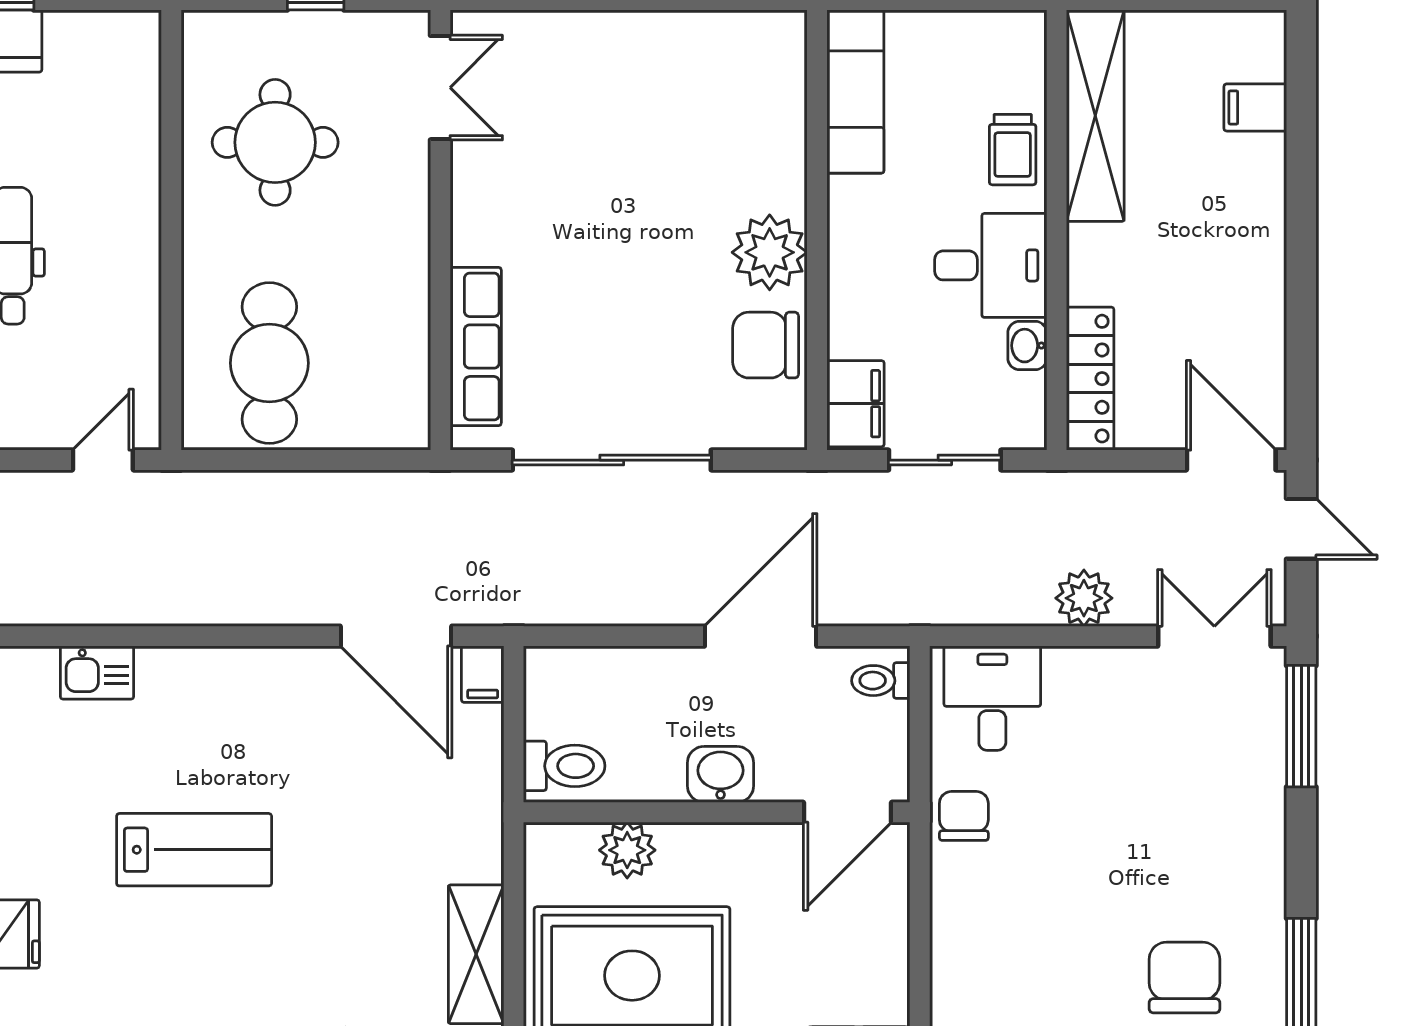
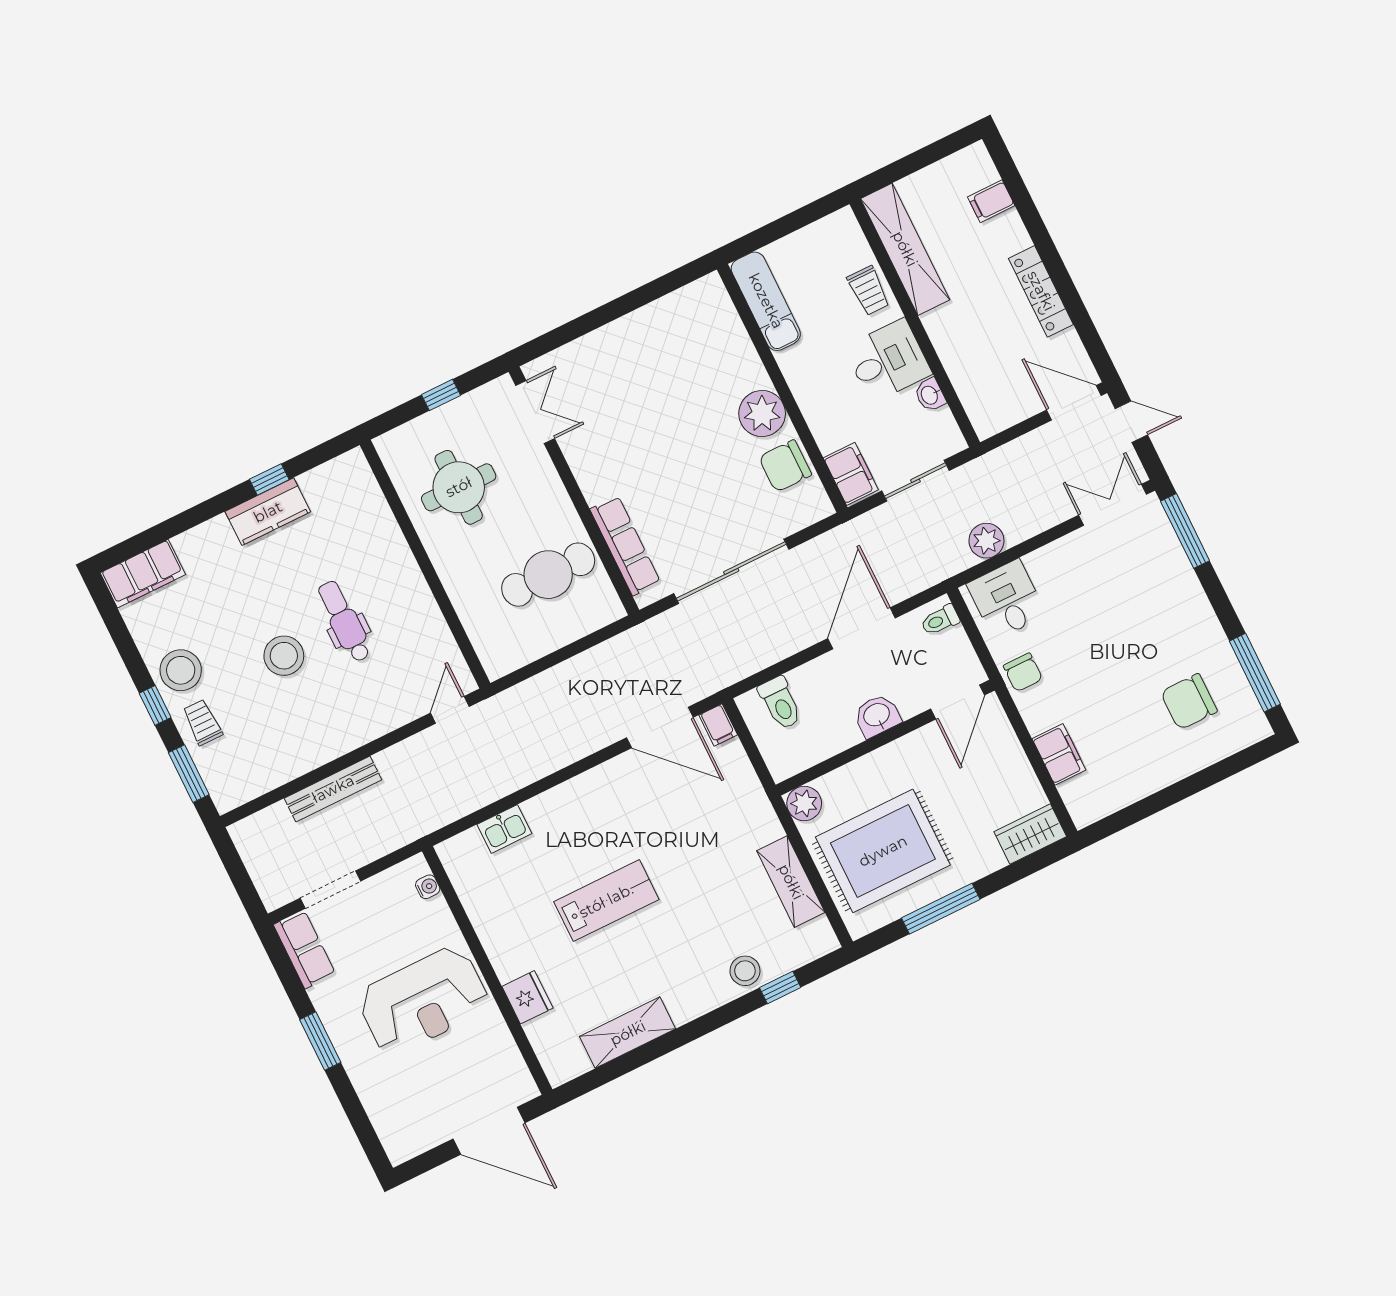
cafe table: (269, 363) -> (548, 575), moved, turned 90
locker: (1090, 379) -> (1041, 291), moved, turned 180
plant: (1084, 598) -> (986, 541), moved
toilet: (564, 766) -> (780, 703), moved, turned 90
chair: (964, 816) -> (1023, 672), turned 180
plant: (627, 850) -> (804, 803), moved
filing cabinet: (958, 961) -> (1059, 754), added
chair: (1184, 977) -> (1189, 702), turned -90

